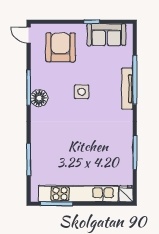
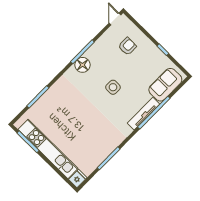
sofa: (106, 35) -> (165, 85), moved, turned 90
armchair: (60, 47) -> (127, 46), width x0.53, depth x0.53

